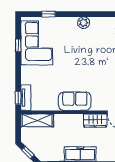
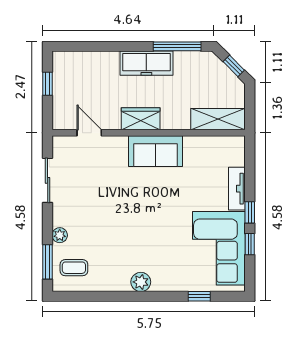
window: (18, 98) -> (250, 212), moved
tv unit: (26, 98) -> (237, 189), moved
wardrobe: (95, 121) -> (141, 119), moved

